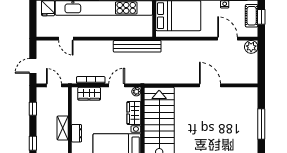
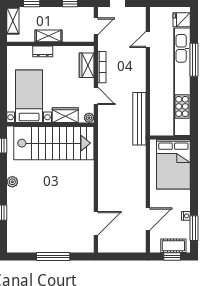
plant: (251, 47) -> (139, 245), removed
door: (210, 85) -> (96, 223), moved

